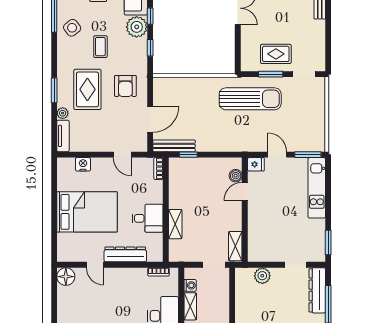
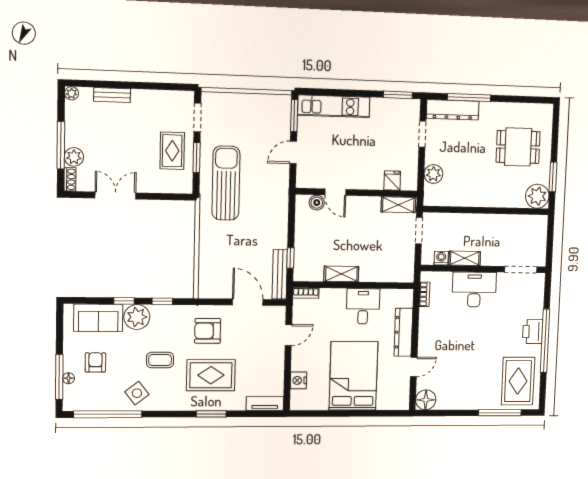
armchair: (125, 86) -> (208, 331), turned 180
plant: (63, 113) -> (238, 404), removed
fridge: (256, 164) -> (392, 181), moved
shelving: (175, 224) -> (341, 274), moved

